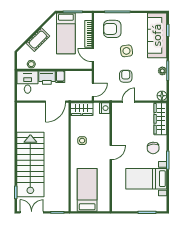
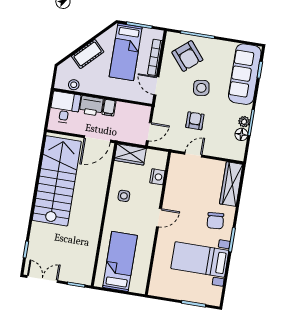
armchair: (112, 29) -> (187, 56), turned -130
floor lamp: (162, 96) -> (241, 134), moved
nightstand: (105, 108) -> (157, 177), moved
stairs: (30, 164) -> (57, 181), moved

